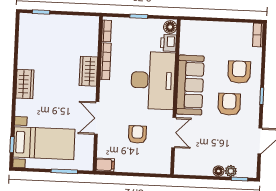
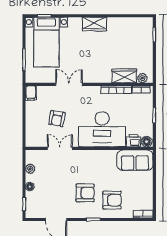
plant: (93, 29) -> (142, 78), added
wardrobe: (88, 71) -> (124, 76), moved
sofa: (190, 85) -> (135, 160), moved, width x0.73
double door: (174, 133) -> (60, 148), swing flipped
armchair: (137, 135) -> (57, 119), turned 100
plant: (231, 171) -> (30, 169), moved

